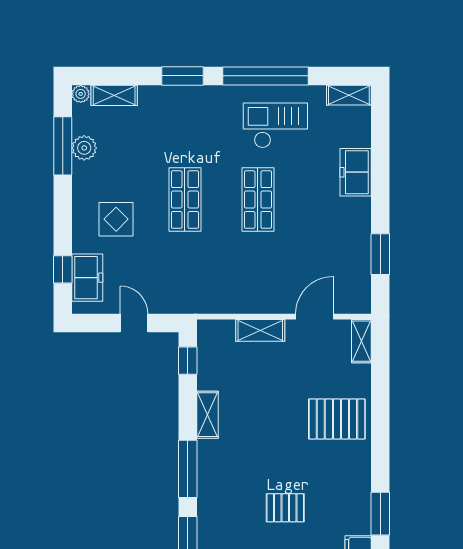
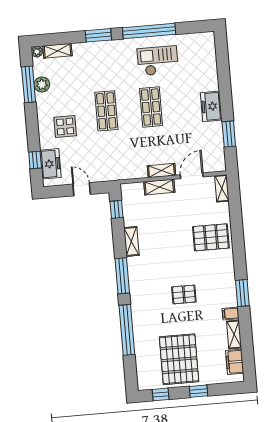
shelving: (349, 95) -> (161, 171), moved
freezer: (356, 172) -> (211, 106), moved

